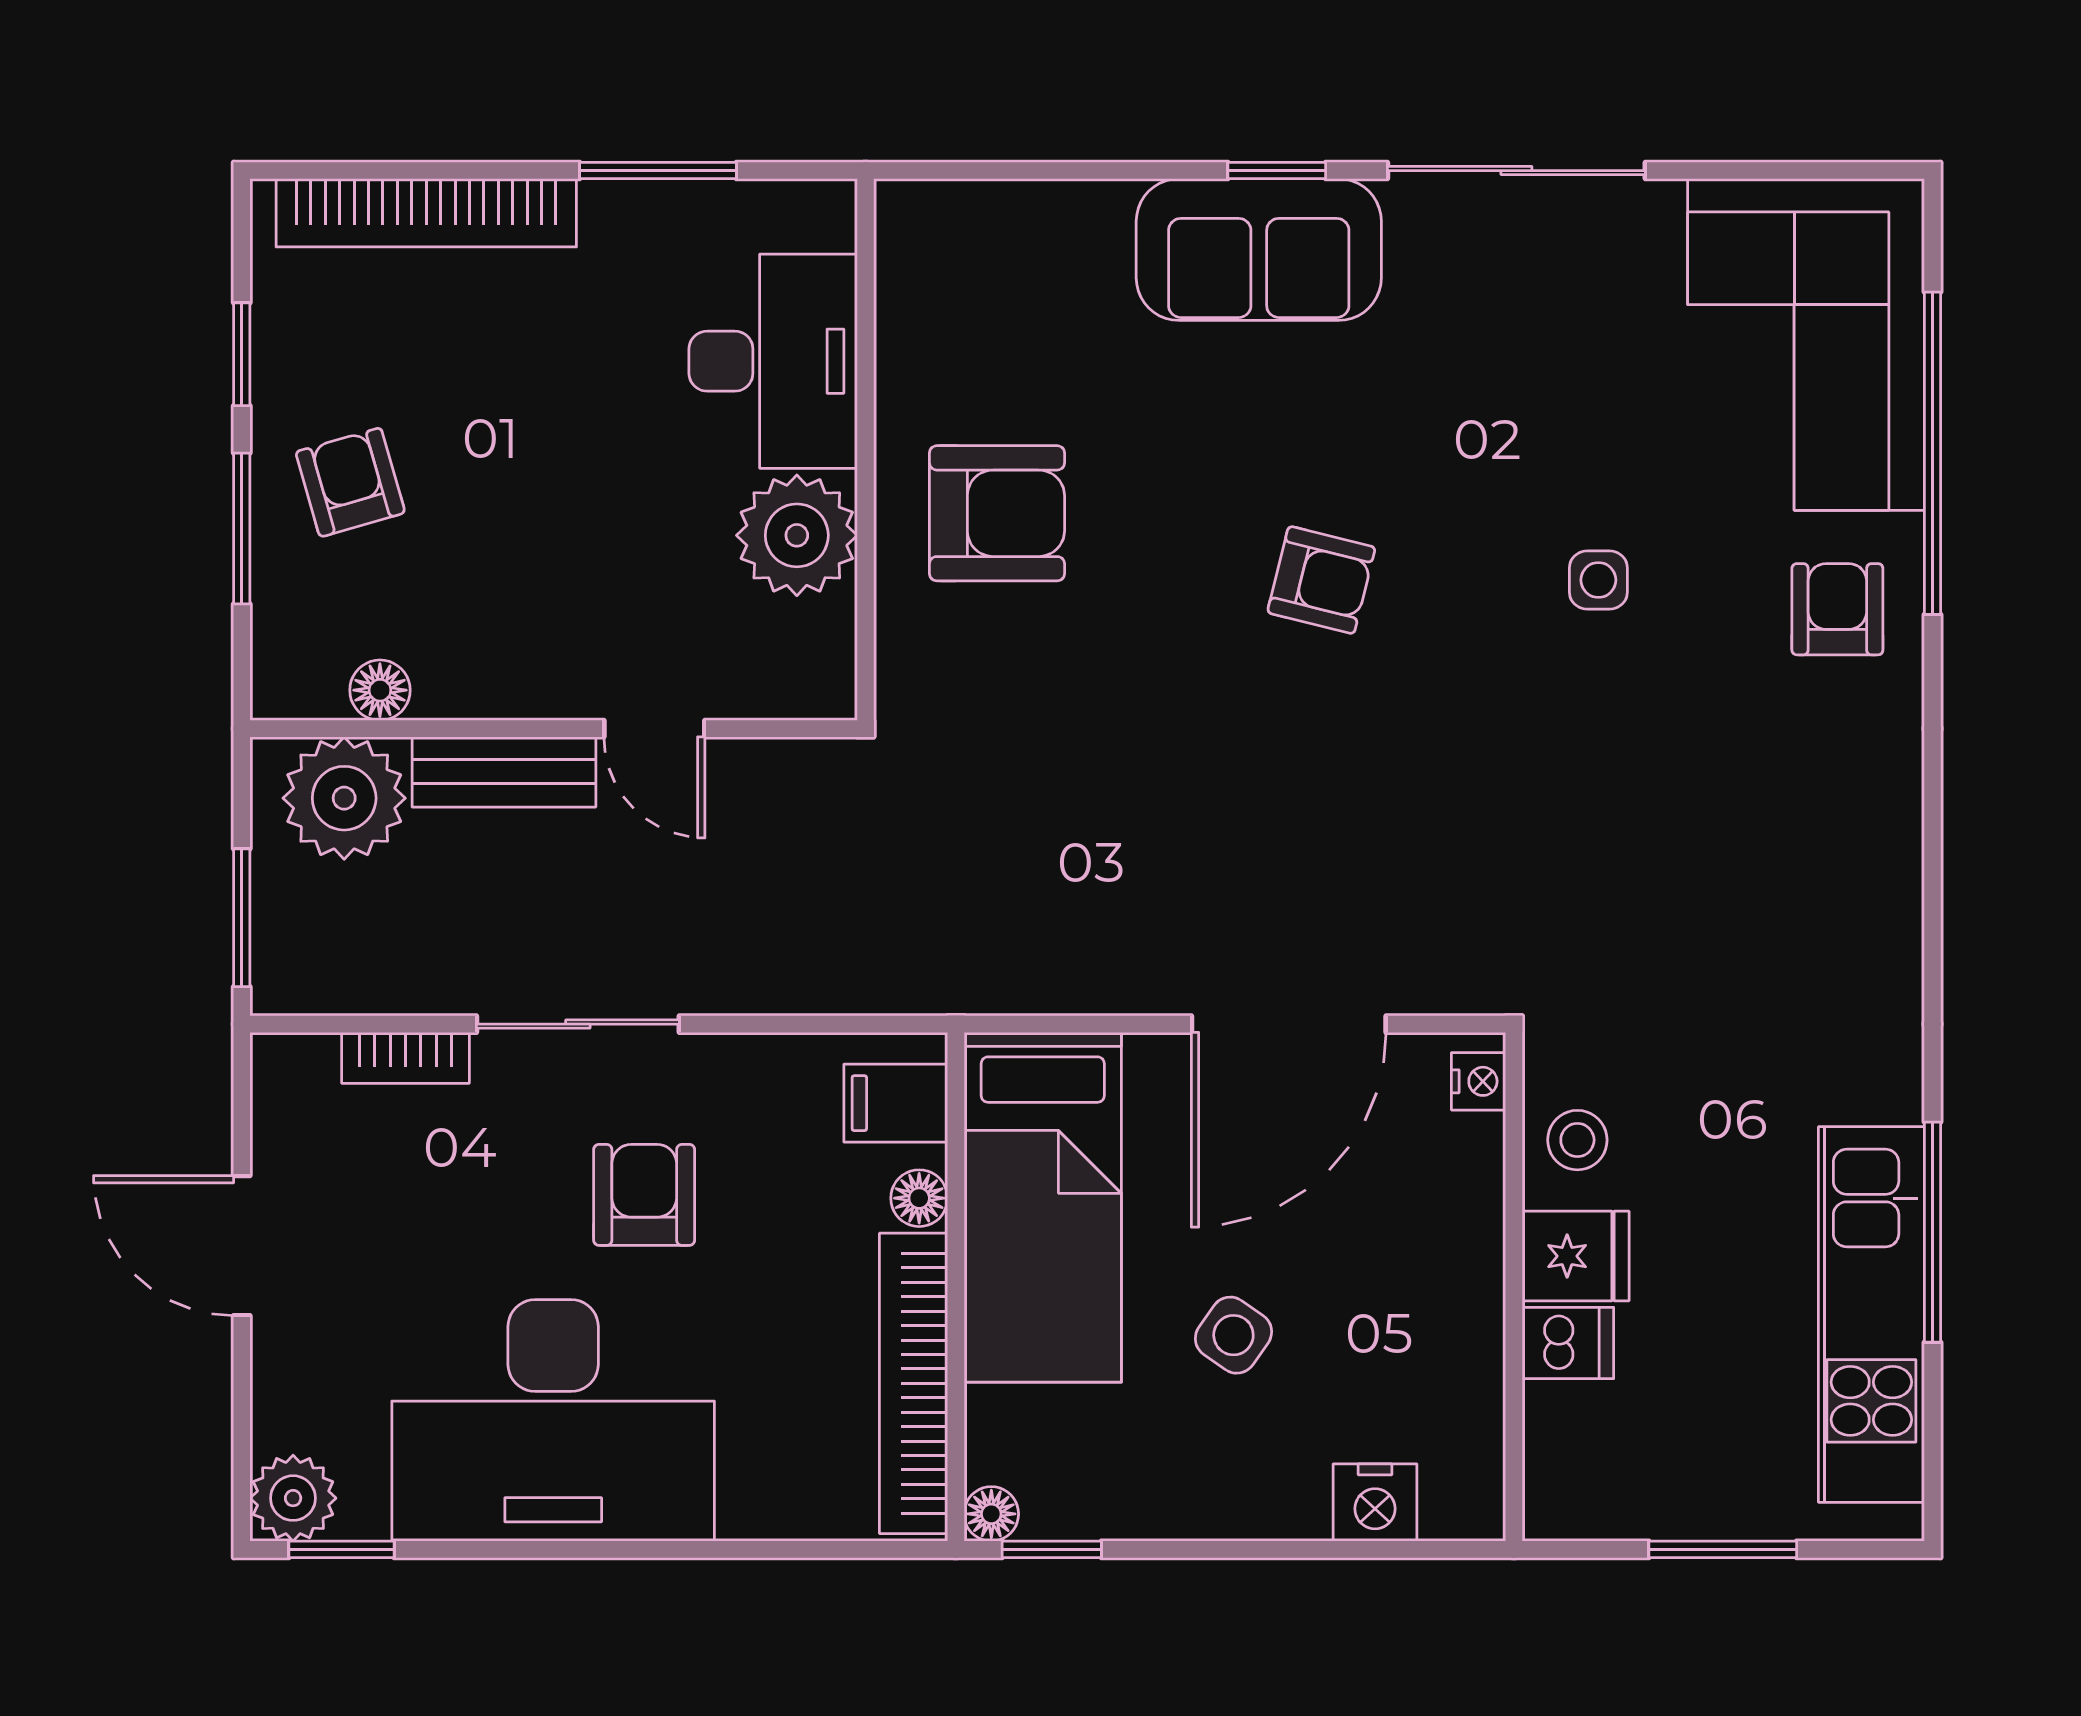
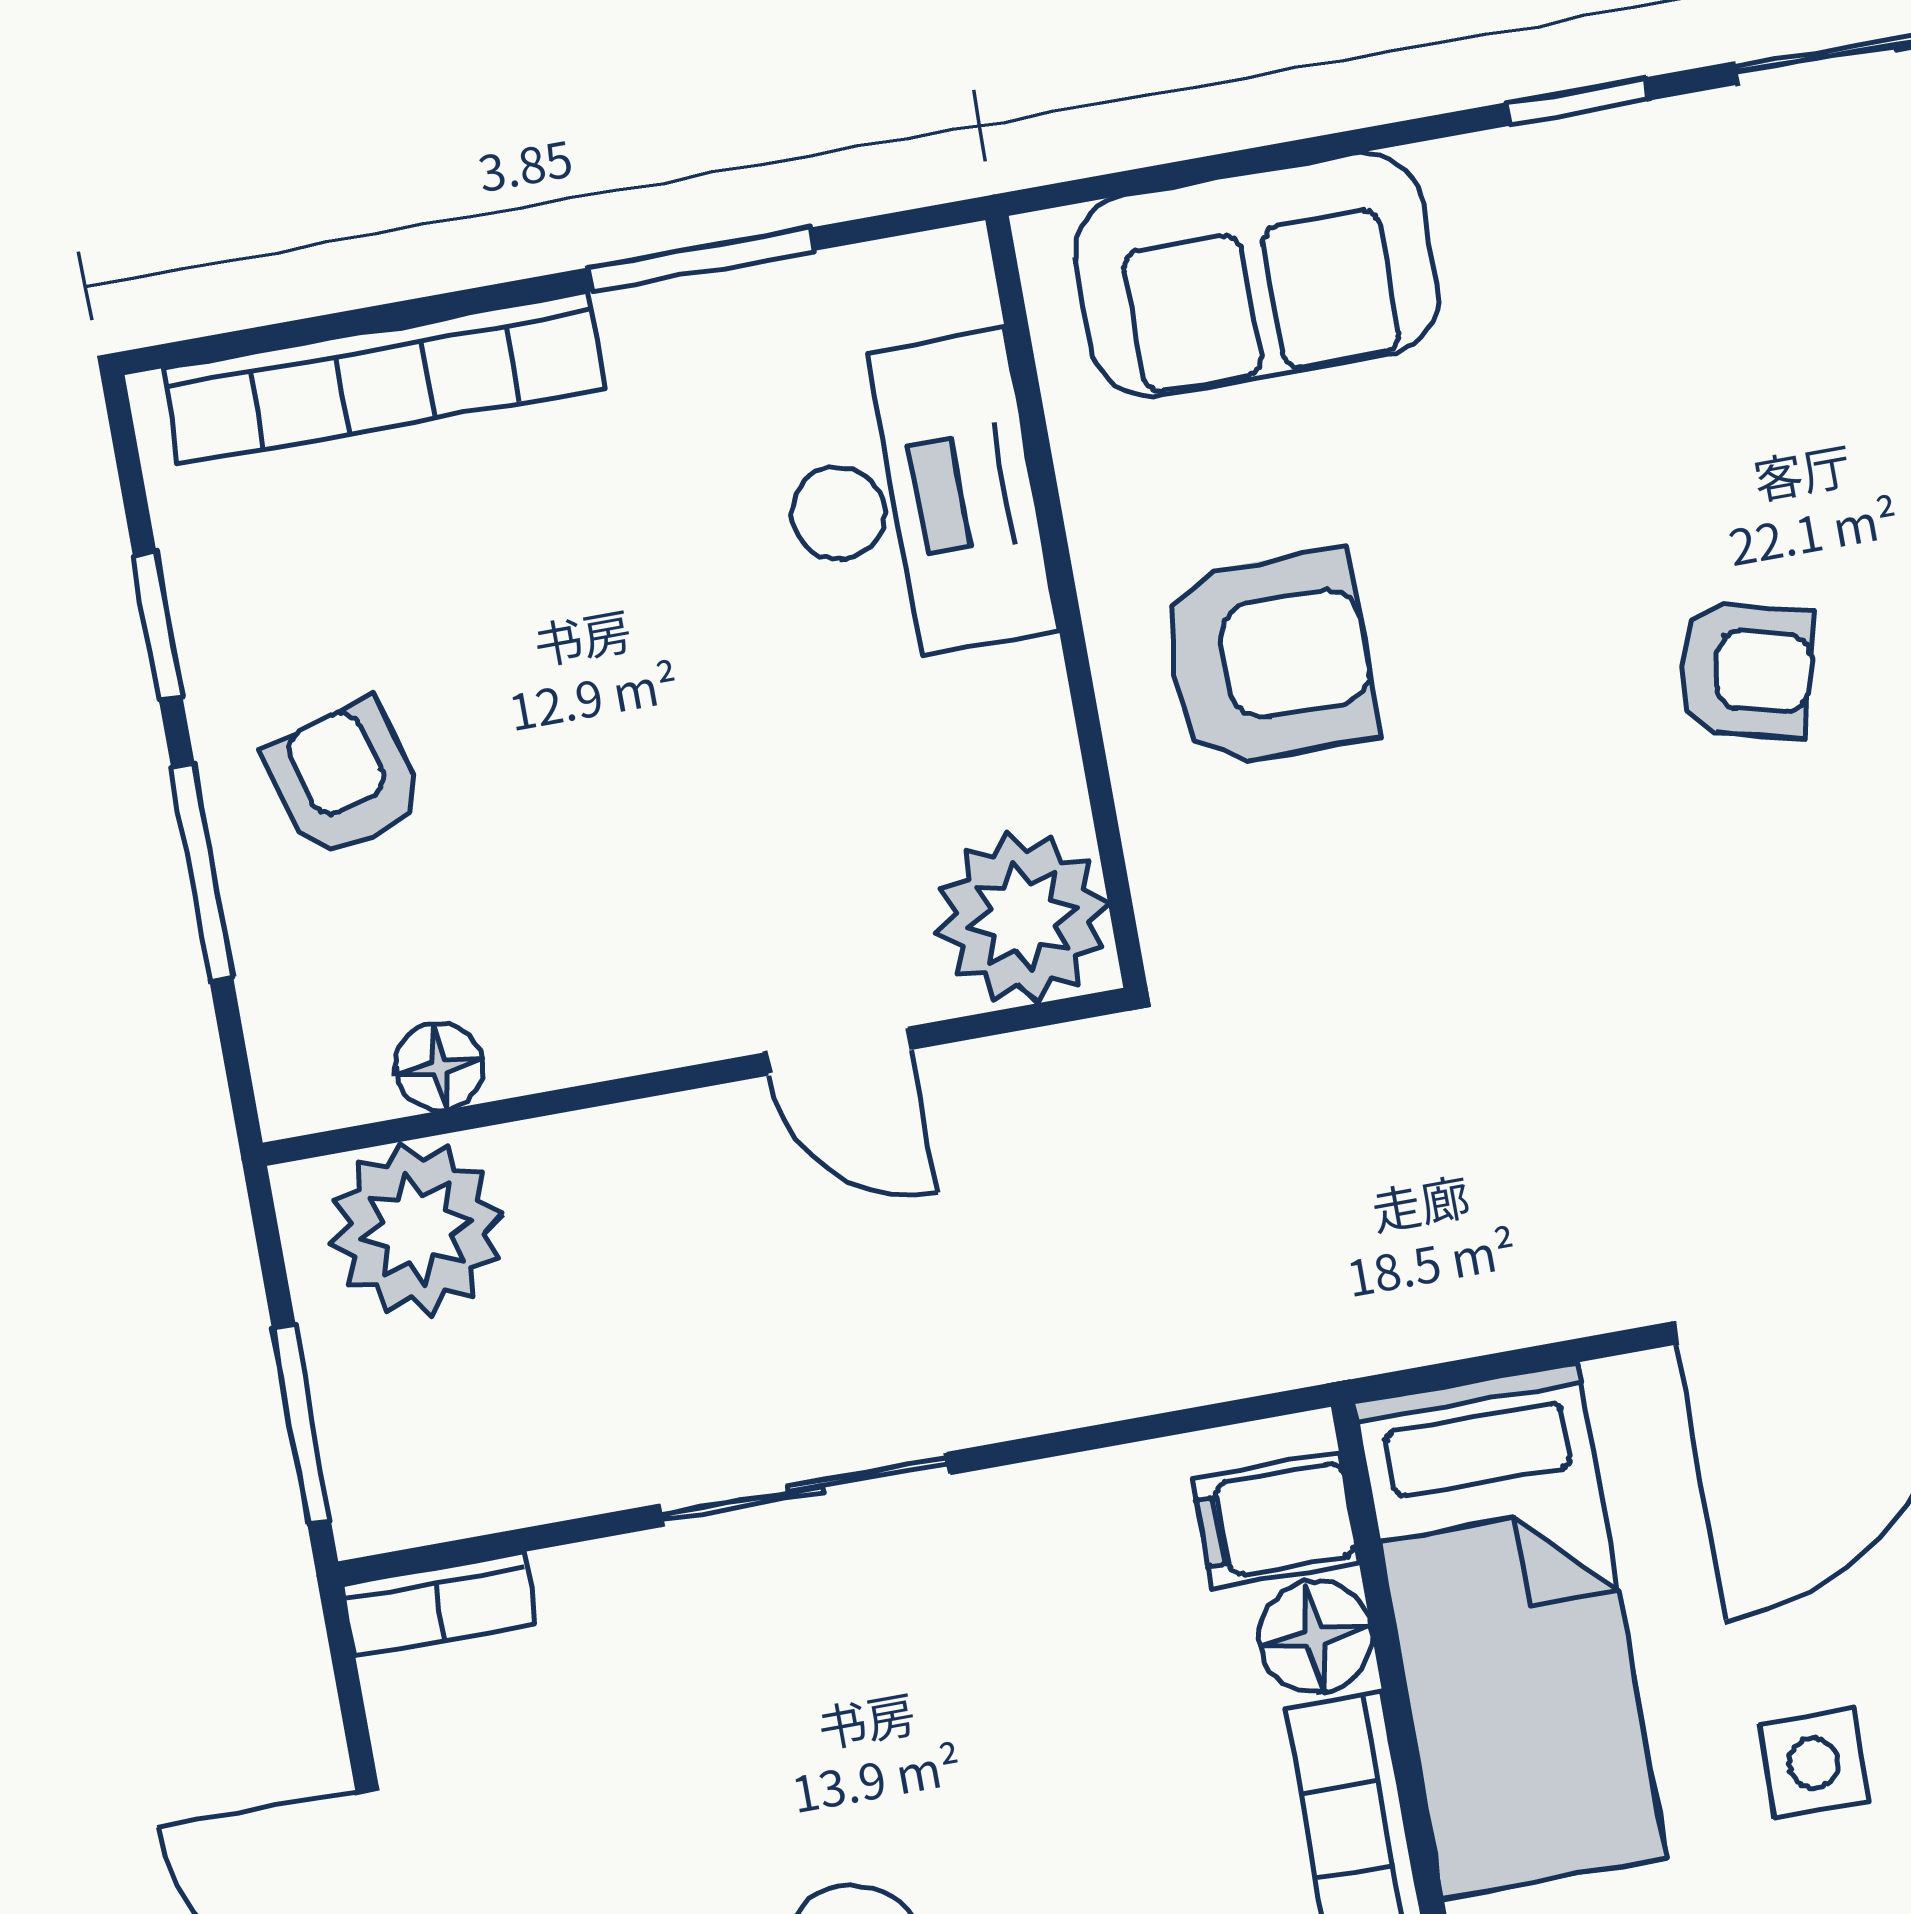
sofa: (1259, 250) -> (1257, 275), moved
plant: (797, 535) -> (1022, 917), moved
bench: (504, 772) -> (636, 1151), removed
bookcase: (406, 1058) -> (439, 1605), moved
armchair: (644, 1195) -> (942, 1715), removed
floor lamp: (919, 1198) -> (1315, 1637), width x1.37, depth x1.37
side table: (1233, 1335) -> (1813, 1763), turned -35

